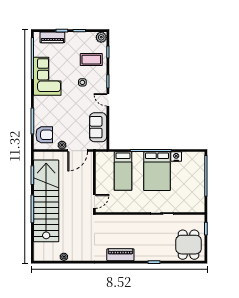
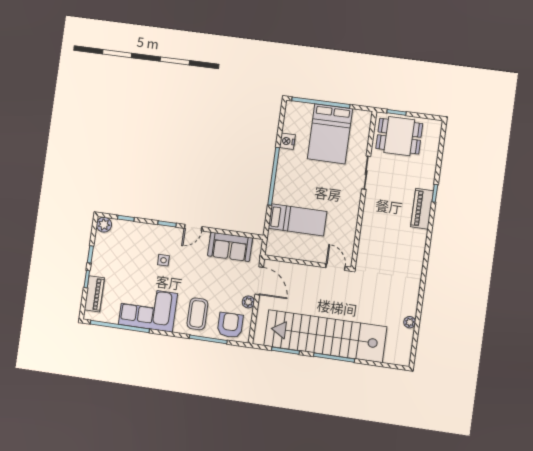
coffee table: (91, 60) -> (197, 314), moved
bed: (157, 171) -> (330, 134), moved, turned 90
dining table: (189, 245) -> (399, 136), moved
piano: (120, 255) -> (422, 209), moved

